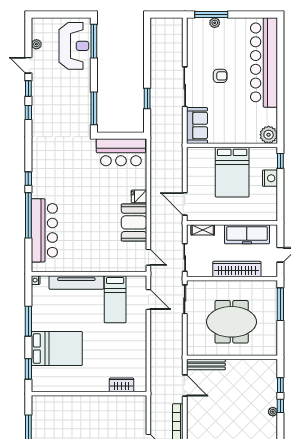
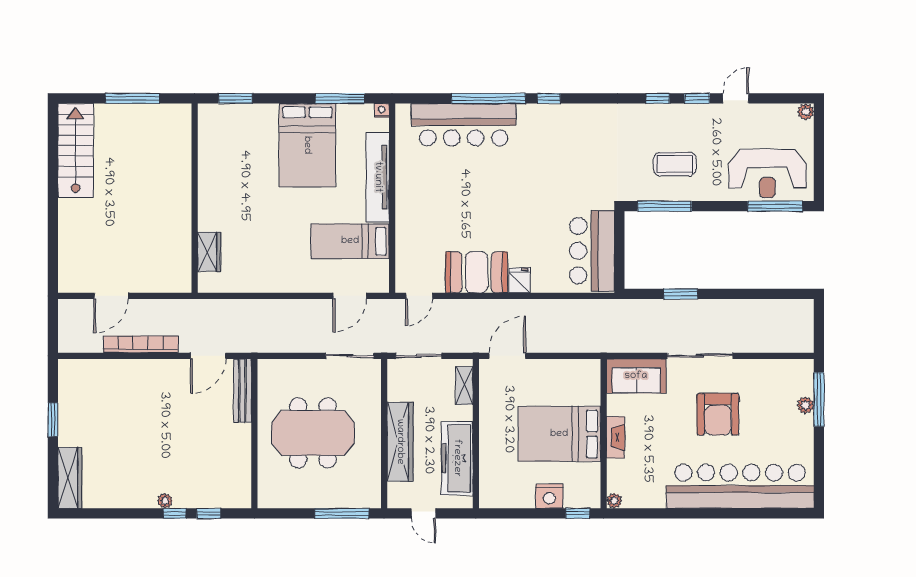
plant: (36, 44) -> (806, 112), moved
armchair: (220, 76) -> (718, 414), width x1.88, depth x1.88
coffee table: (68, 102) -> (675, 164), added
plant: (269, 135) -> (614, 501), width x0.53, depth x0.53
fireplace: (234, 138) -> (615, 437), added
window: (28, 321) -> (340, 98), moved
meeting table: (232, 322) -> (313, 433), turned 90
bed: (57, 349) -> (307, 145), moved

